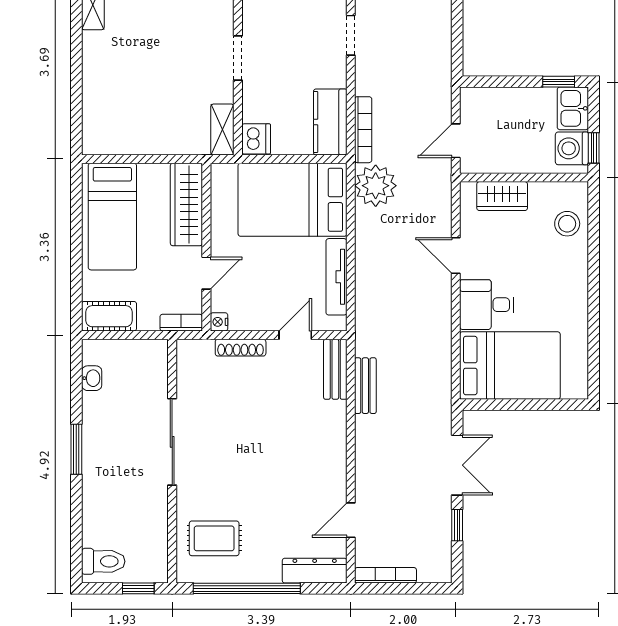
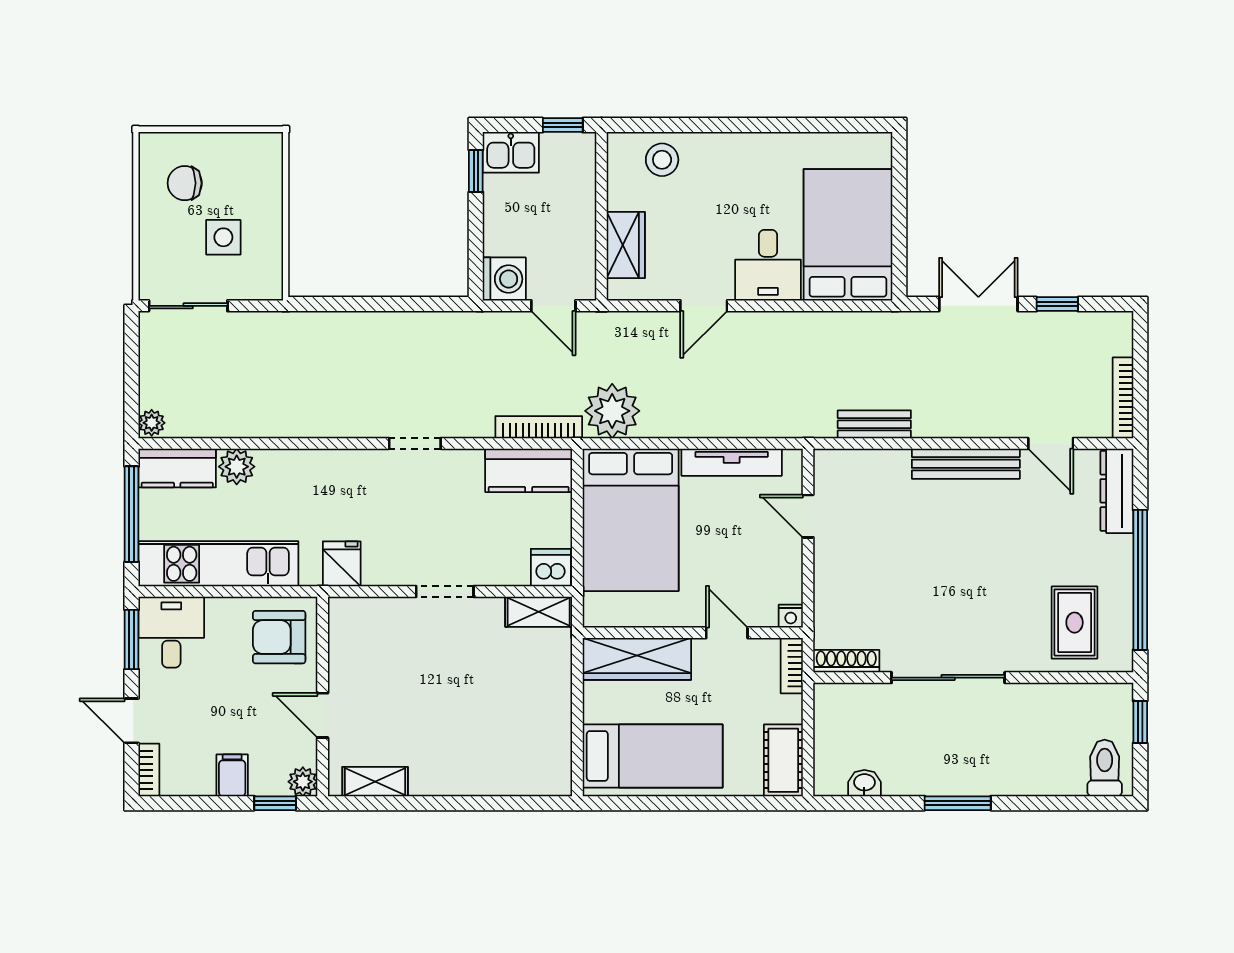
washing machine: (572, 148) -> (504, 279), moved, turned -90
shoe rack: (241, 348) -> (846, 661), moved, turned -90
bench: (335, 369) -> (966, 464), moved, width x1.36

